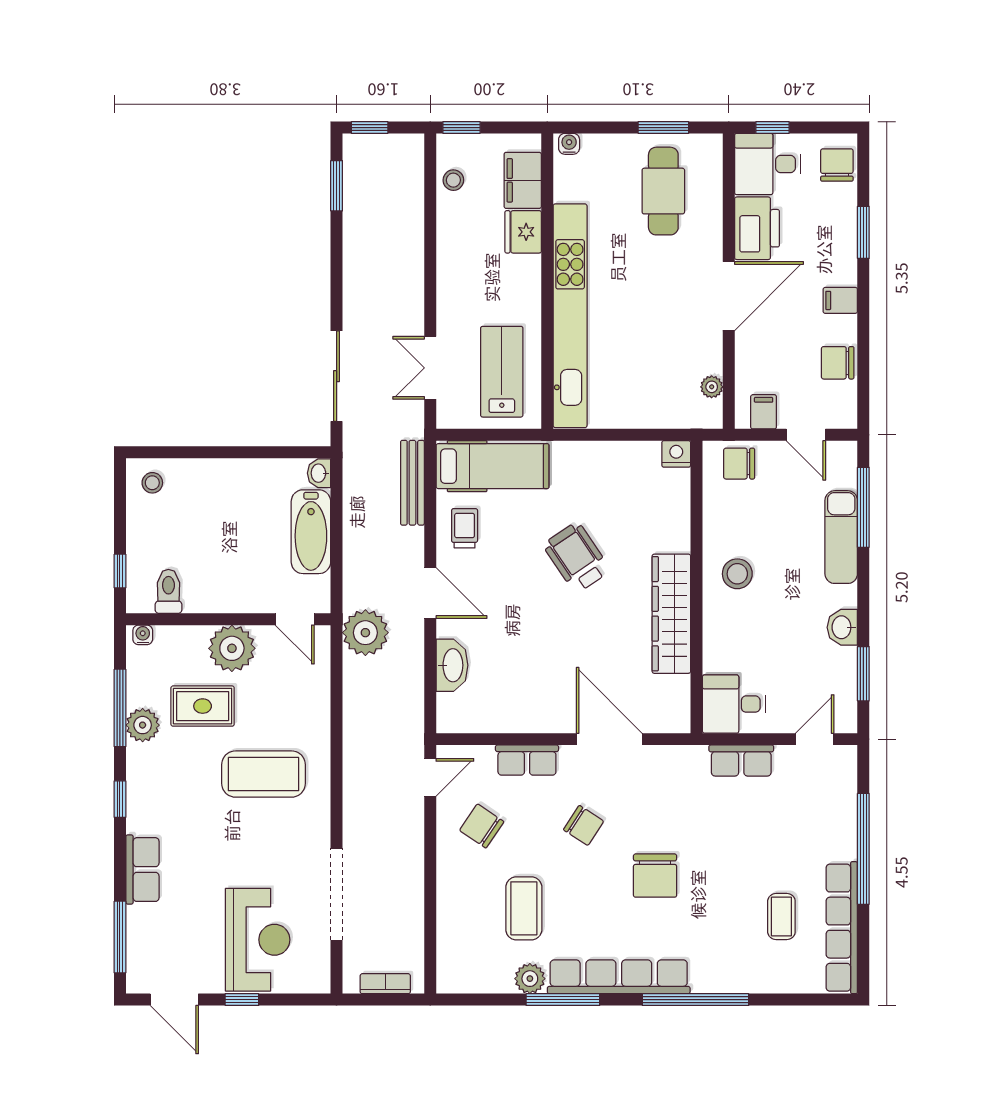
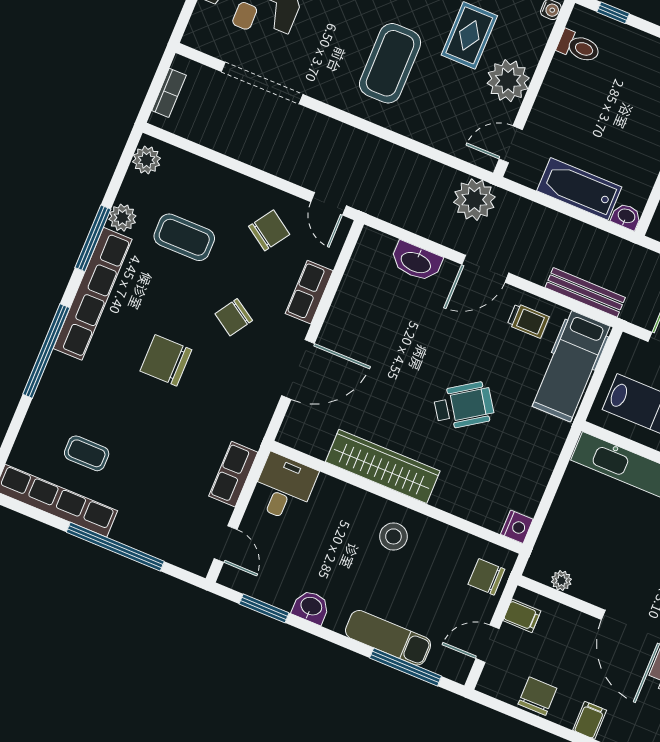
chair: (739, 464) -> (486, 577), turned -90
plant: (462, 978) -> (147, 160), added

